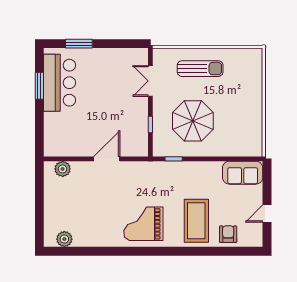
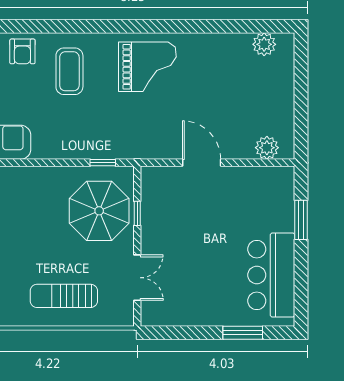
window: (39, 86) -> (301, 220), moved
parasol: (193, 121) -> (99, 211), moved
door: (107, 159) -> (202, 163), swing flipped
coffee table: (196, 221) -> (69, 71), width x0.73, depth x0.76

